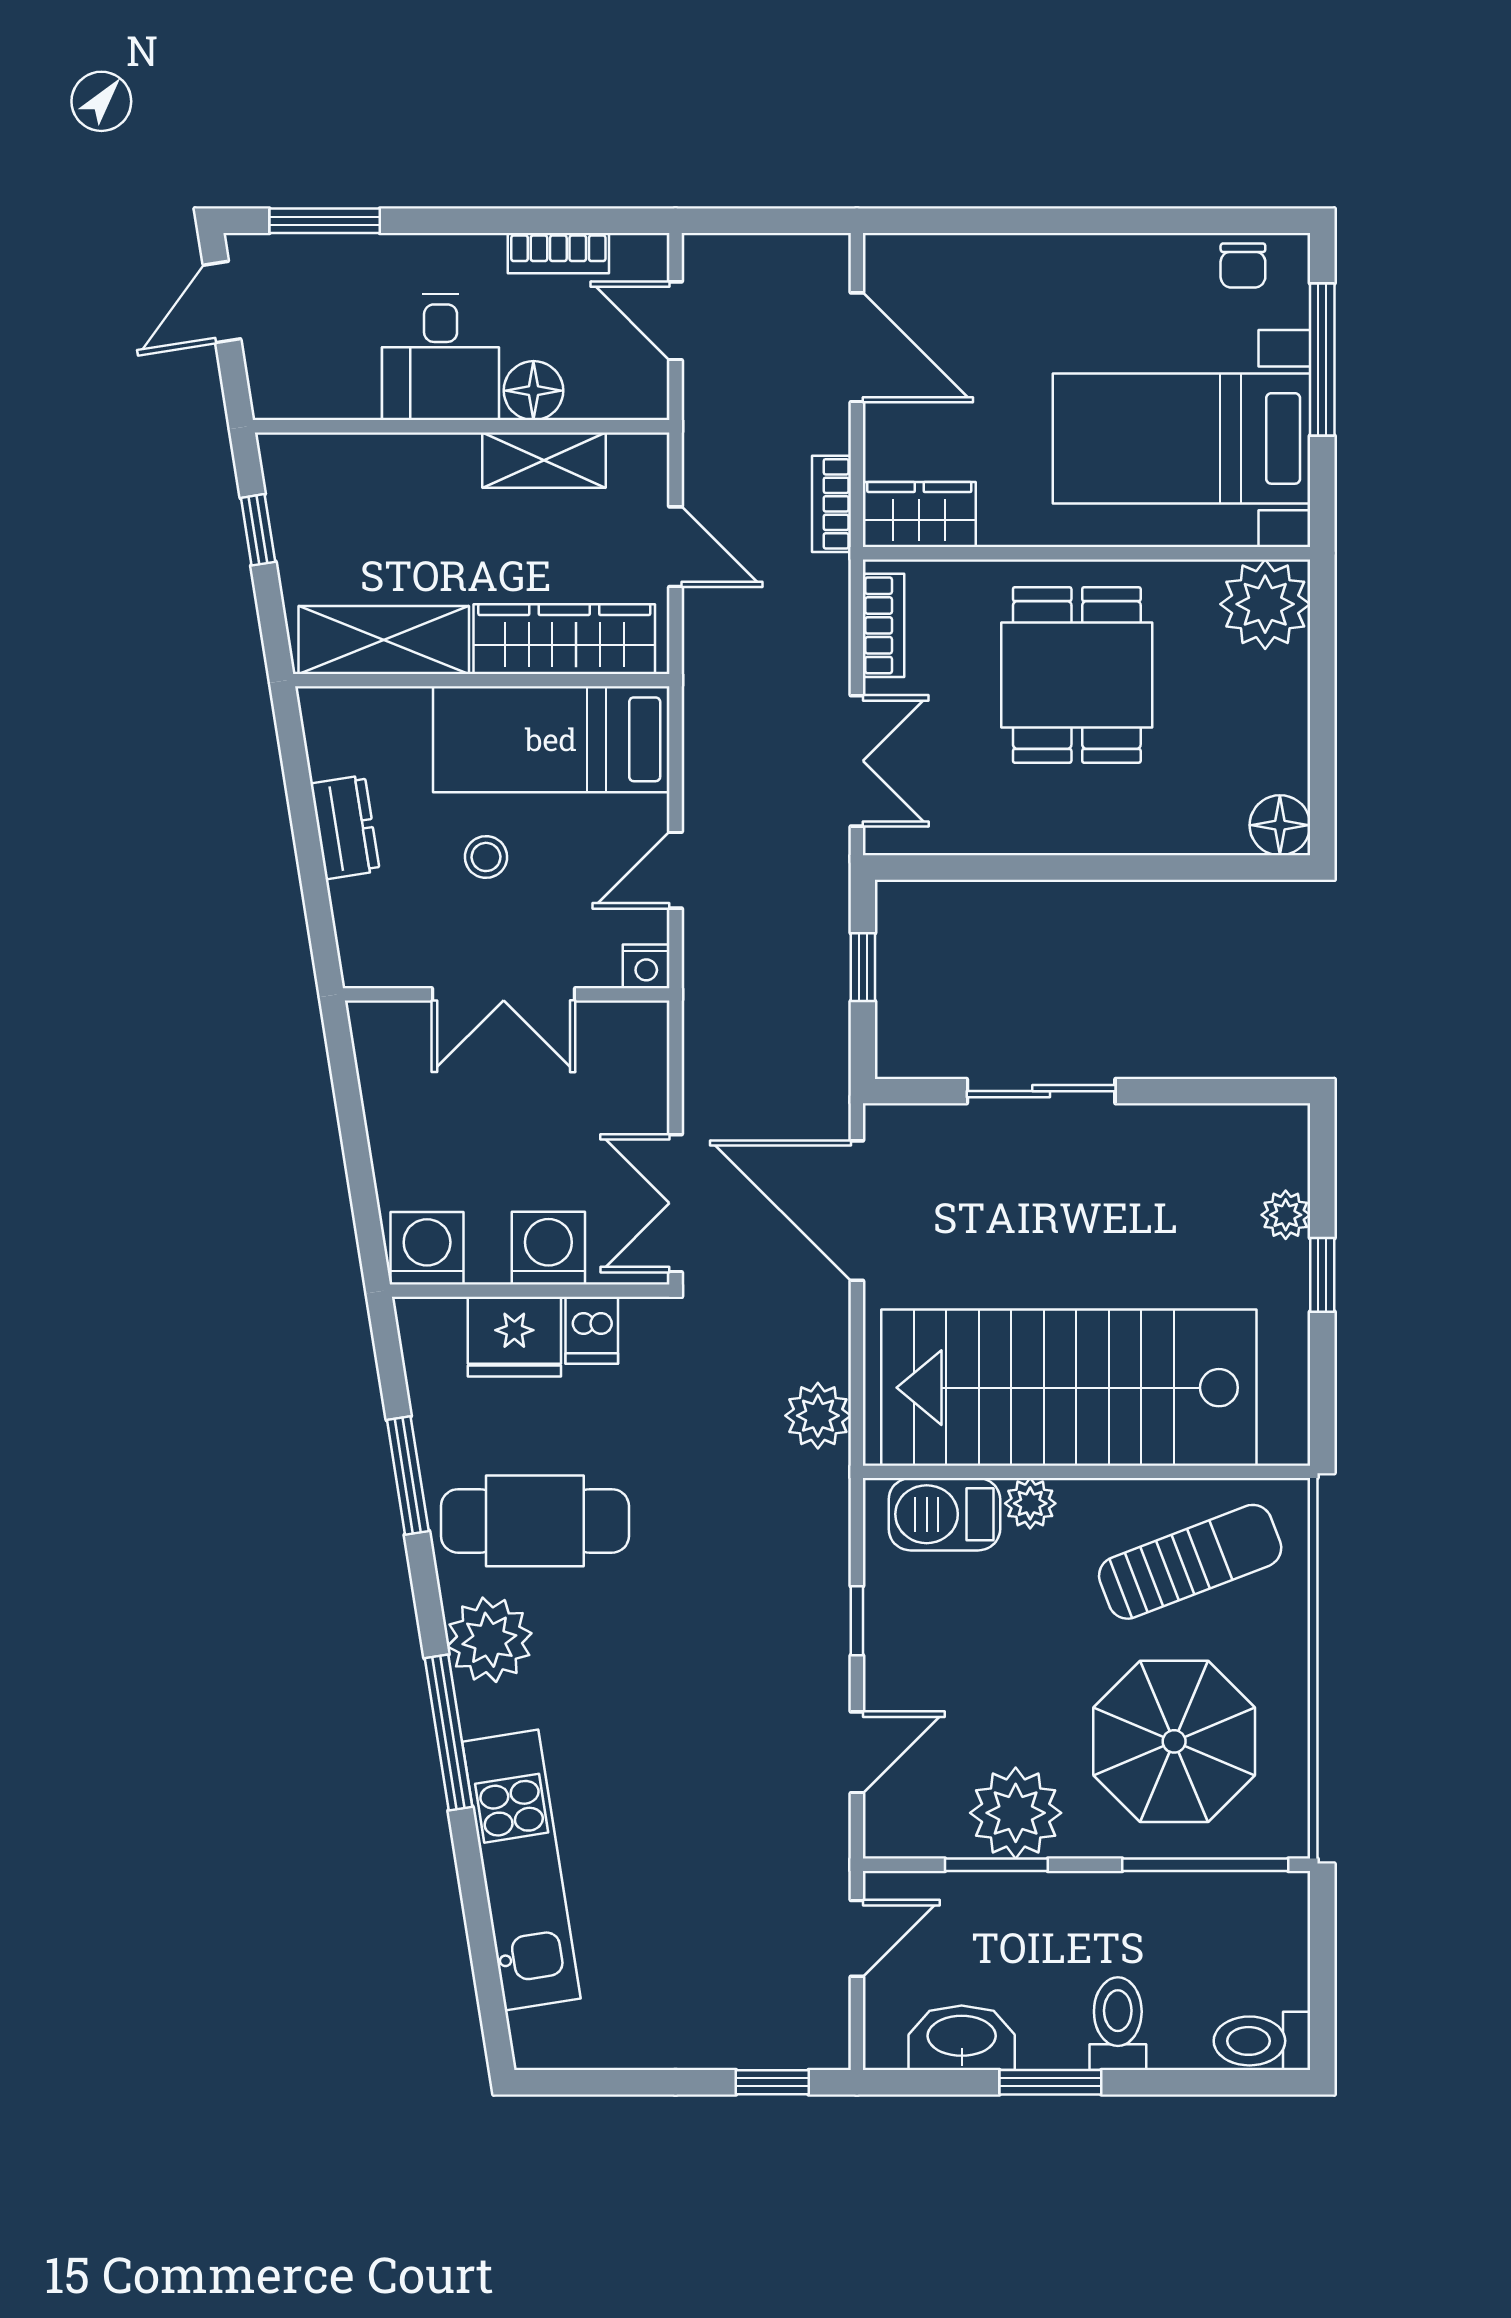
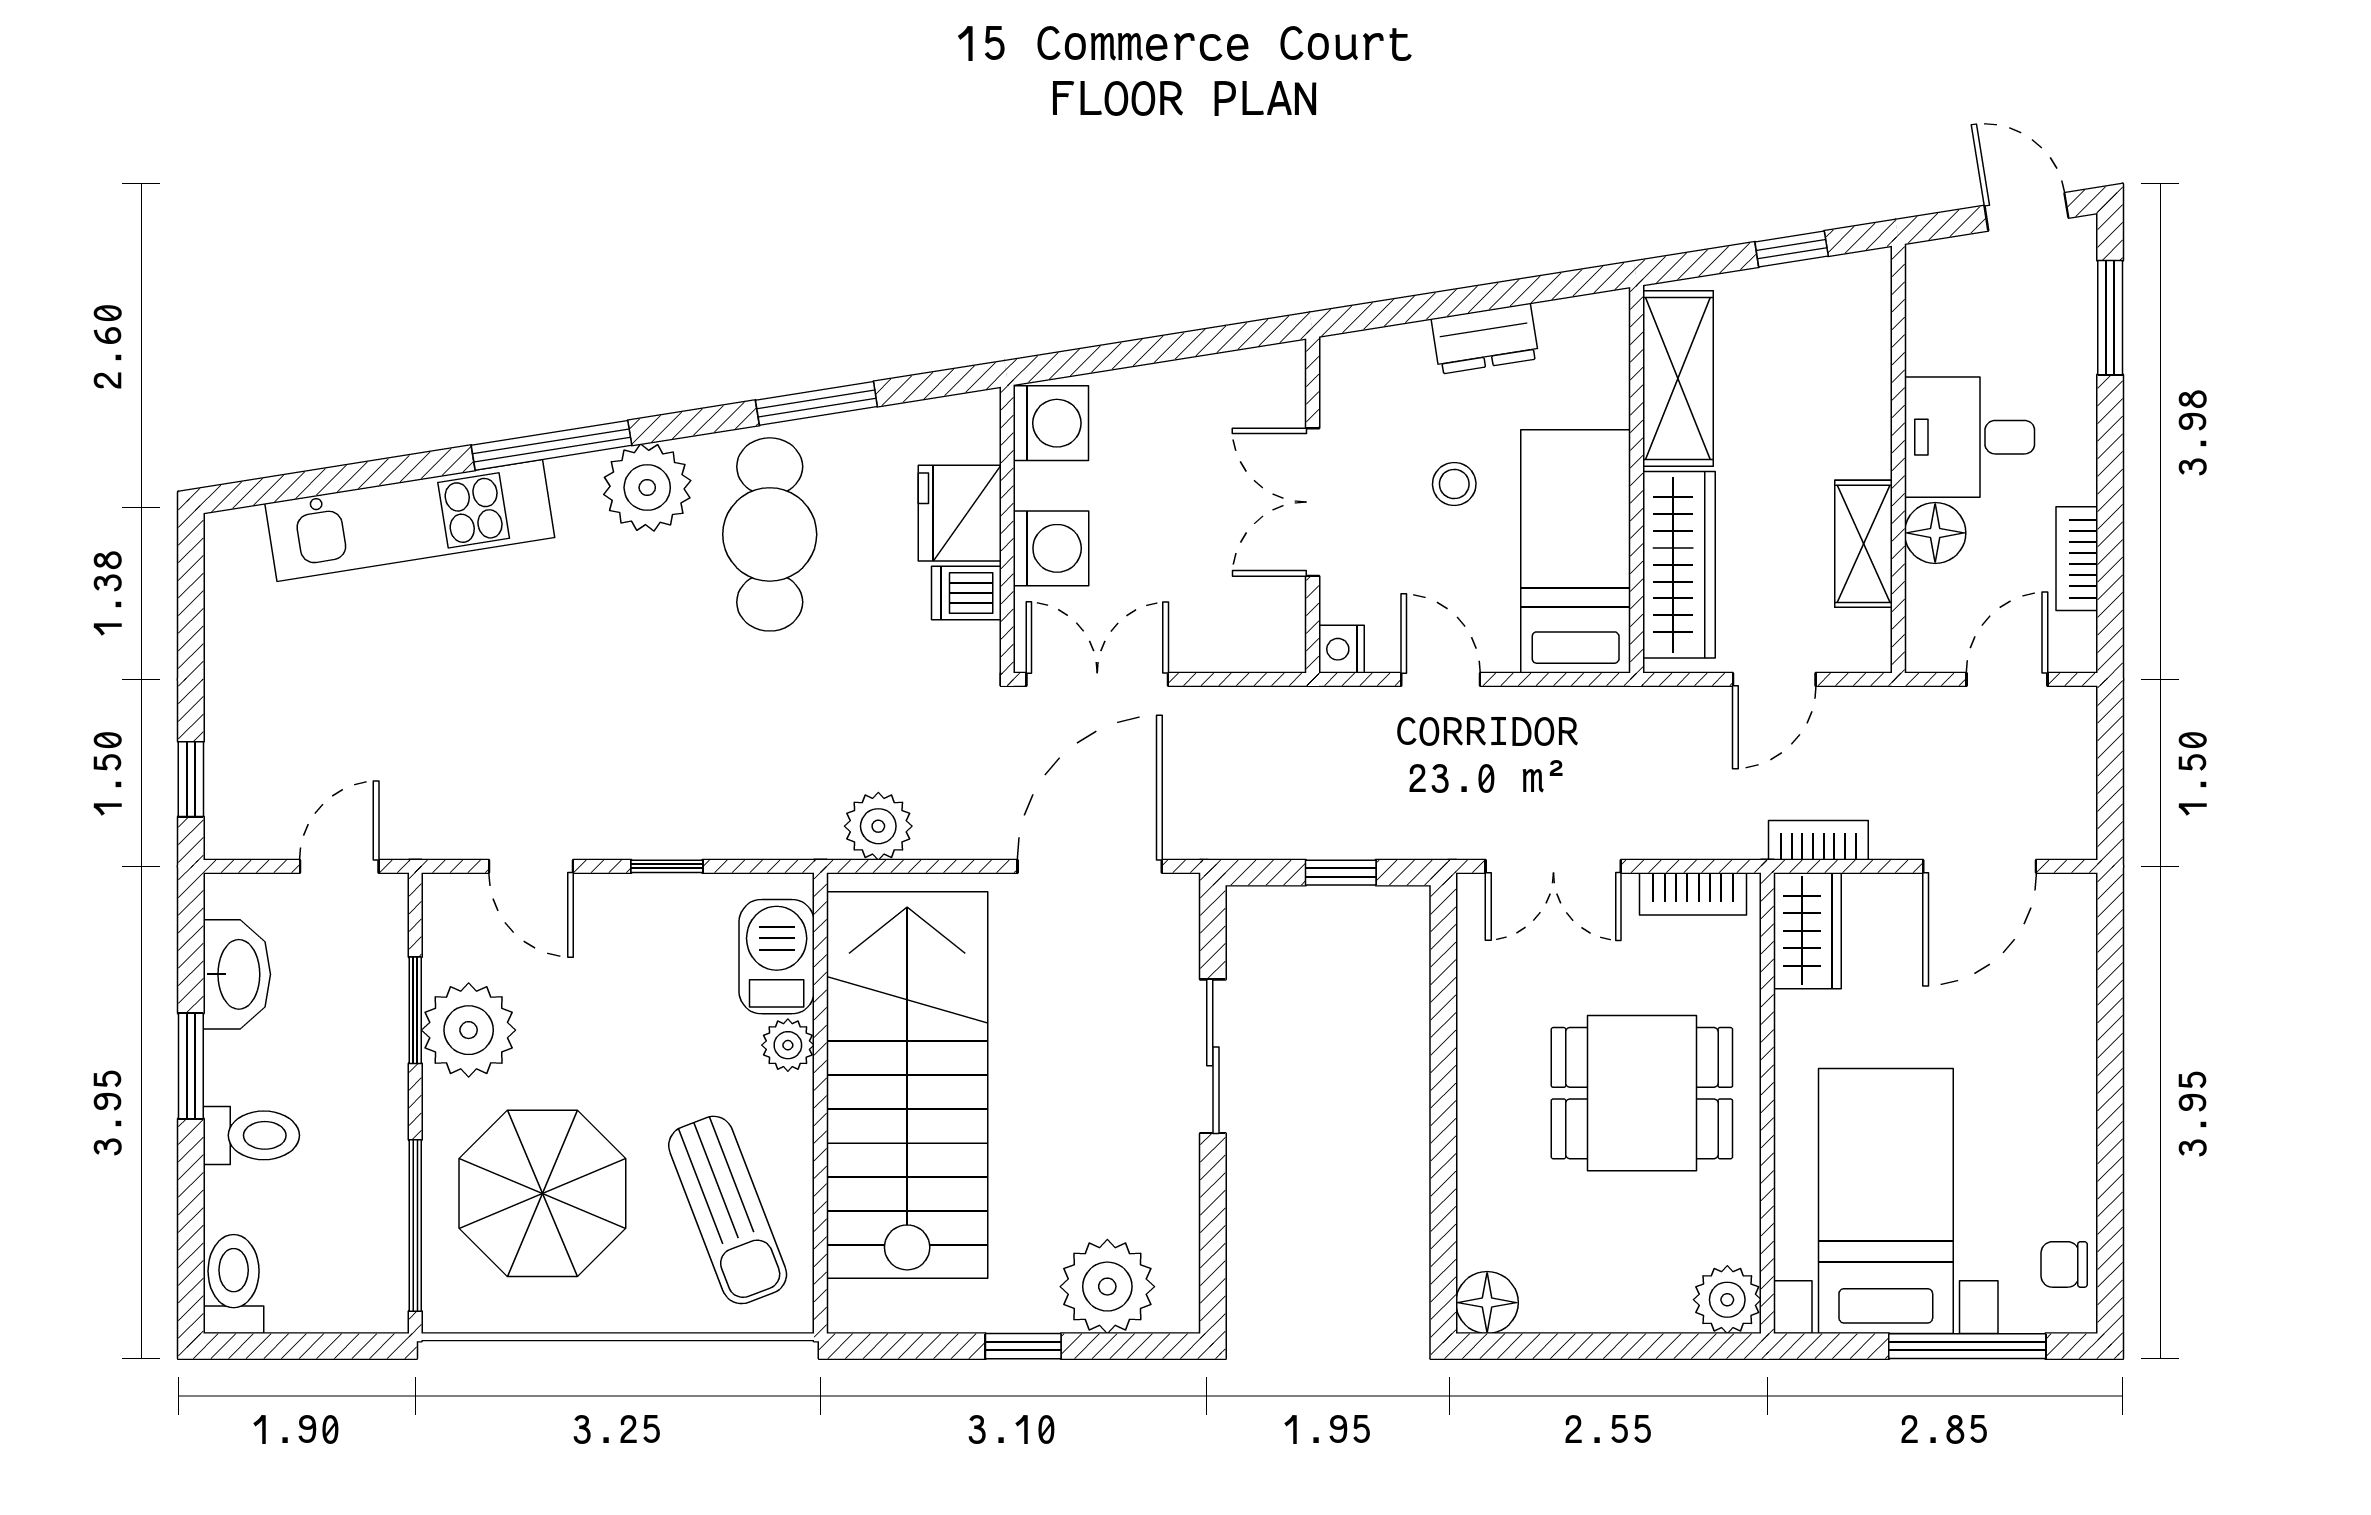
plant: (1265, 604) -> (1727, 1300), width x0.73, depth x0.73
plant: (1286, 1215) -> (1107, 1287), width x1.88, depth x1.88
door: (857, 1938) -> (339, 866), swing flipped

